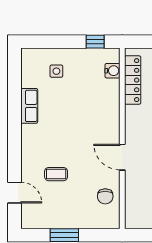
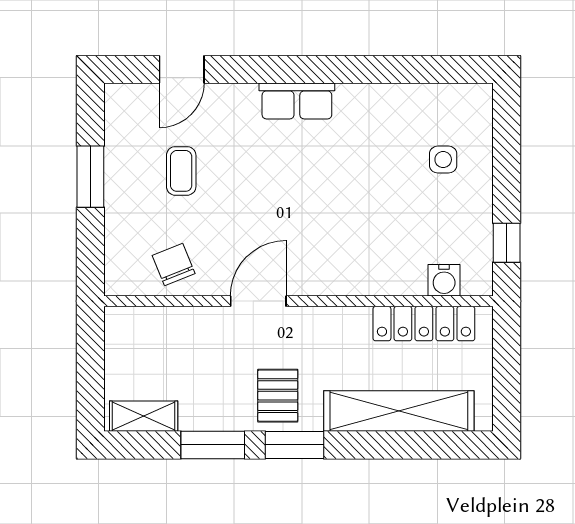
row of seats: (29, 106) -> (297, 101), moved
coffee table: (56, 174) -> (181, 171), moved
chair: (105, 196) -> (174, 265), turned 68

